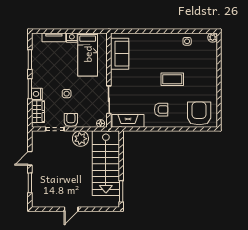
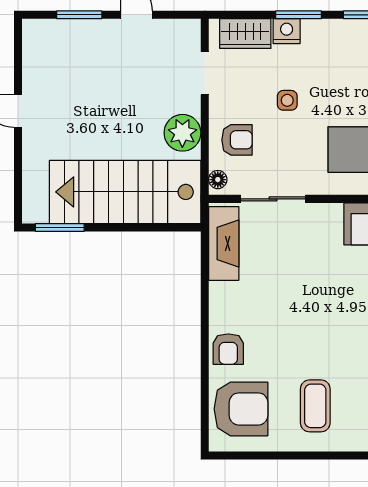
coffee table: (172, 79) -> (315, 406), moved
armchair: (161, 110) -> (228, 349), moved
armchair: (71, 120) -> (237, 140), moved

